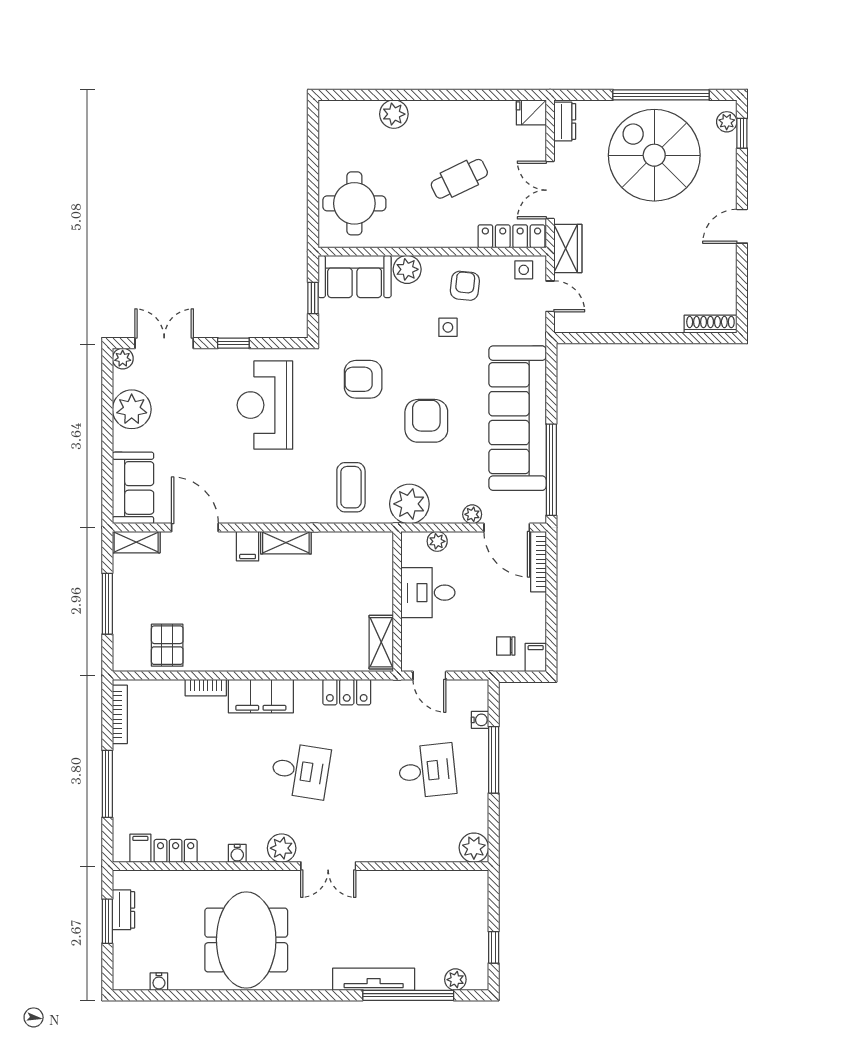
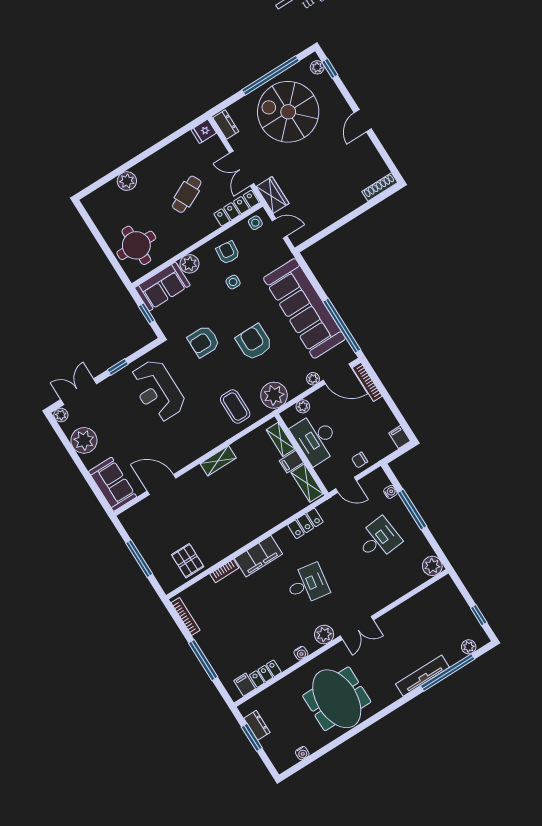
shelving: (136, 542) -> (281, 439), moved, turned 90
filing cabinet: (248, 546) -> (291, 462), moved, turned 90
desk: (428, 593) -> (316, 439), width x1.37
chair: (506, 646) -> (360, 460), moved

